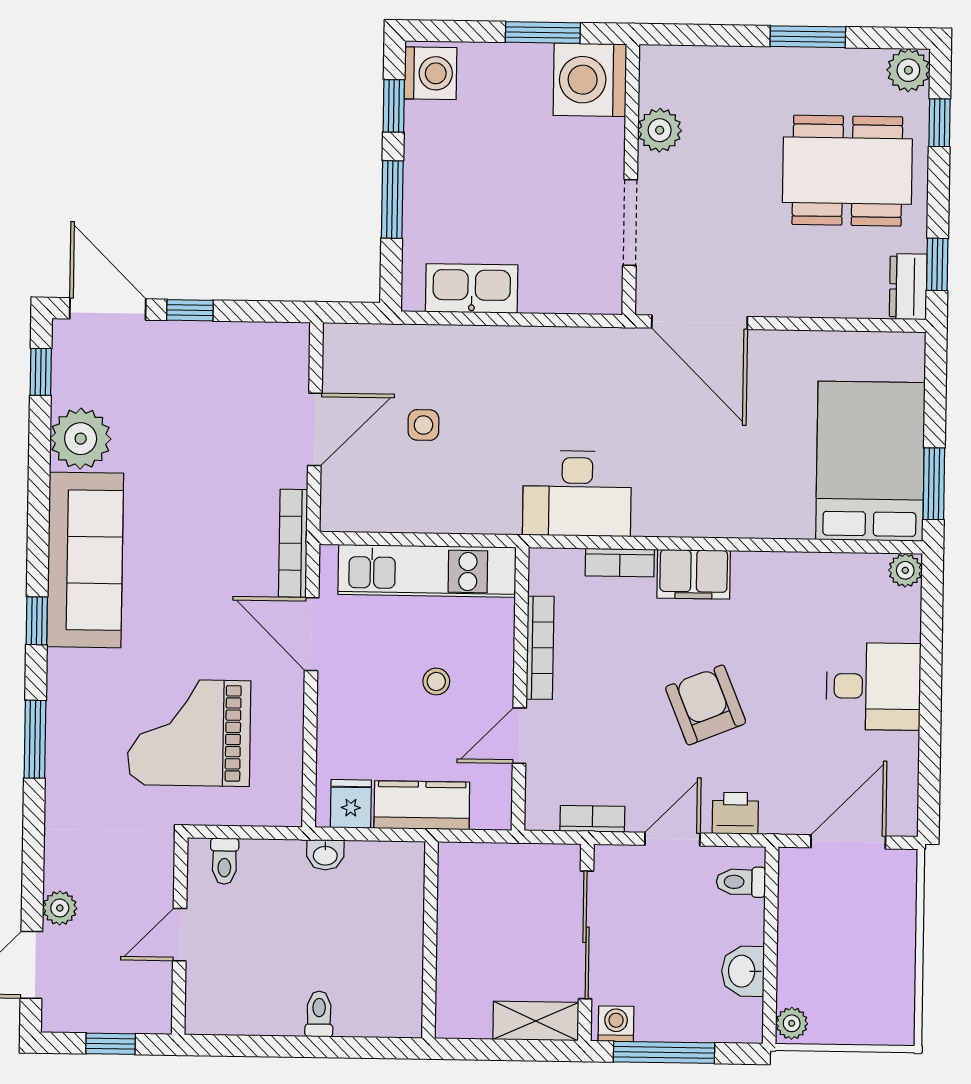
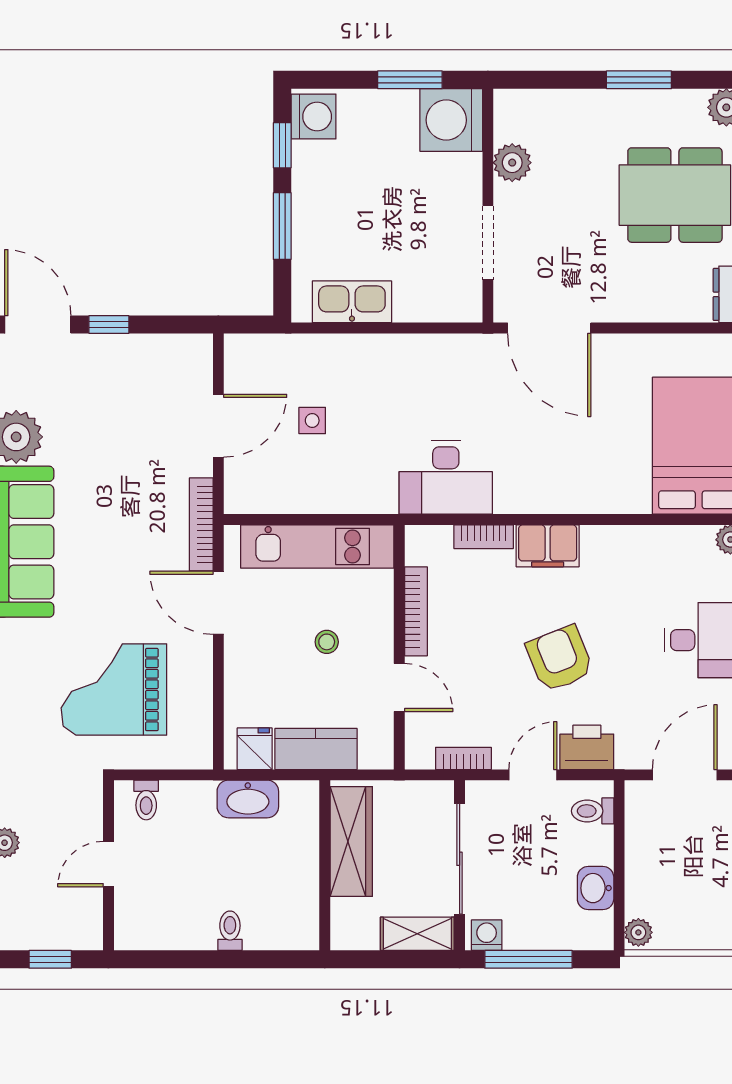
door: (519, 736) -> (399, 688), swing flipped
printer: (735, 813) -> (587, 747), width x1.36, depth x1.24
washbasin: (325, 855) -> (248, 799), width x1.91, depth x1.45
wardrobe: (461, 913) -> (351, 841), added

